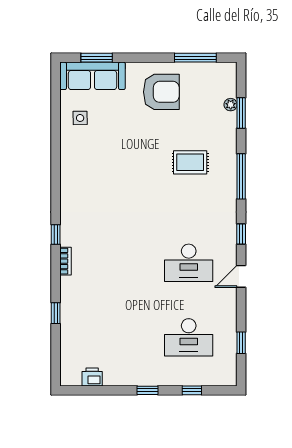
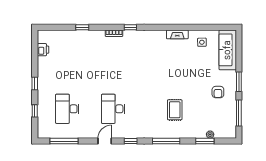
window: (97, 58) -> (239, 82), moved
armchair: (161, 92) -> (218, 92), width x0.53, depth x0.53
fireplace: (67, 158) -> (177, 34), added
door: (241, 276) -> (105, 141), hinge flipped
window: (241, 343) -> (64, 141), width x2.17

